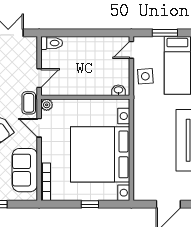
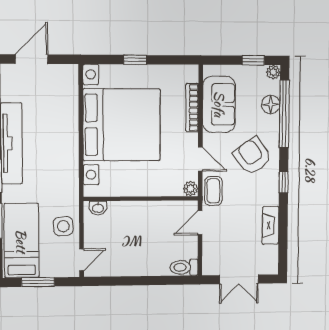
bookcase: (46, 182) -> (192, 108), moved

